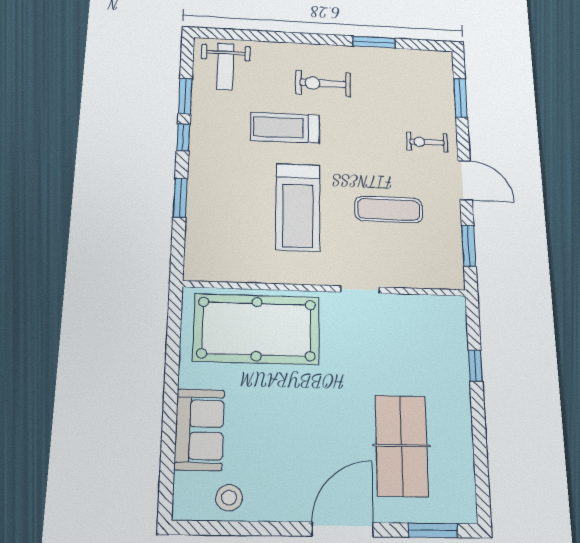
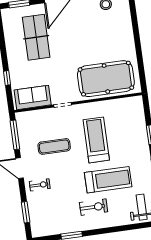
treadmill: (285, 128) -> (108, 180), width x1.37, depth x1.38
window: (469, 246) -> (15, 135), width x1.44
sofa: (199, 430) -> (33, 97), moved, turned 90

